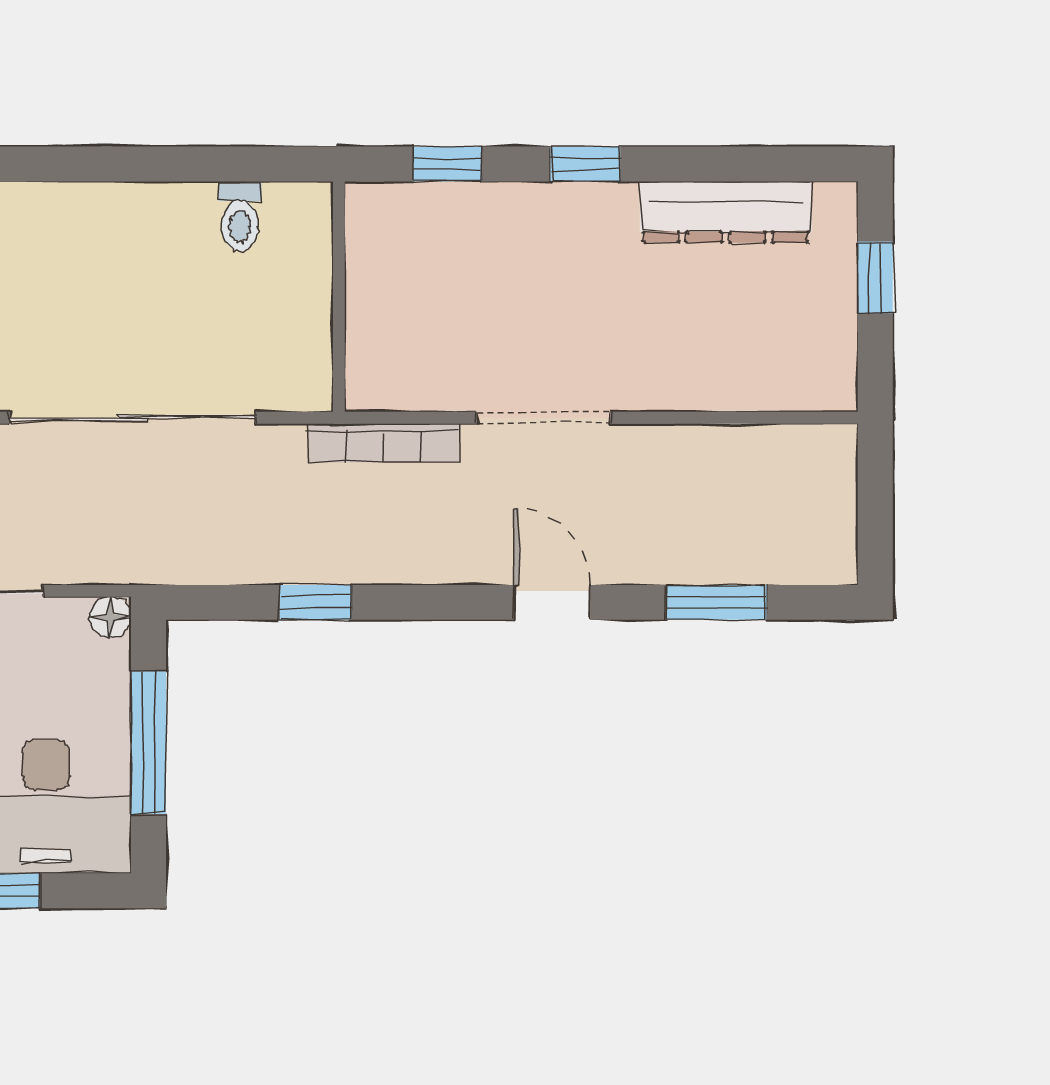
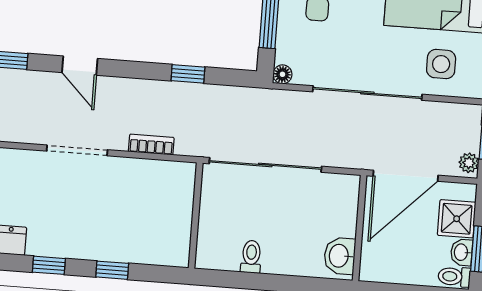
toilet: (240, 216) -> (251, 257), moved
wall: (339, 297) -> (196, 215), moved
bookcase: (384, 443) -> (151, 145), width x0.64

